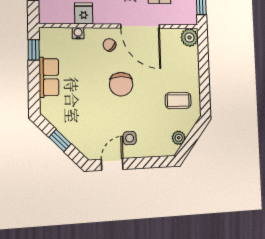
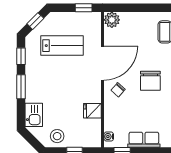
water cooler: (78, 33) -> (109, 137), moved
chair: (121, 84) -> (150, 81), turned 90

